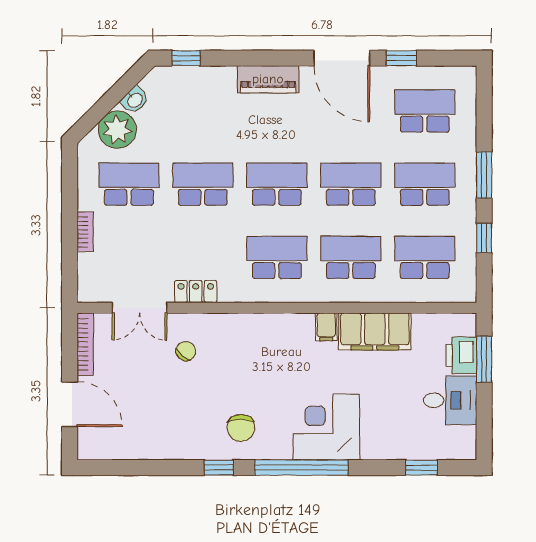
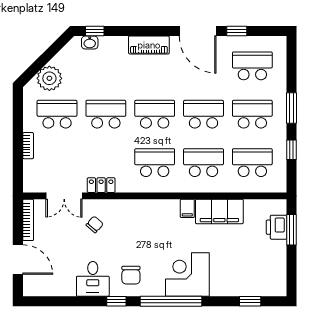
washbasin: (135, 100) -> (90, 43), moved, turned 45
desk: (450, 400) -> (93, 279), moved, turned 90

